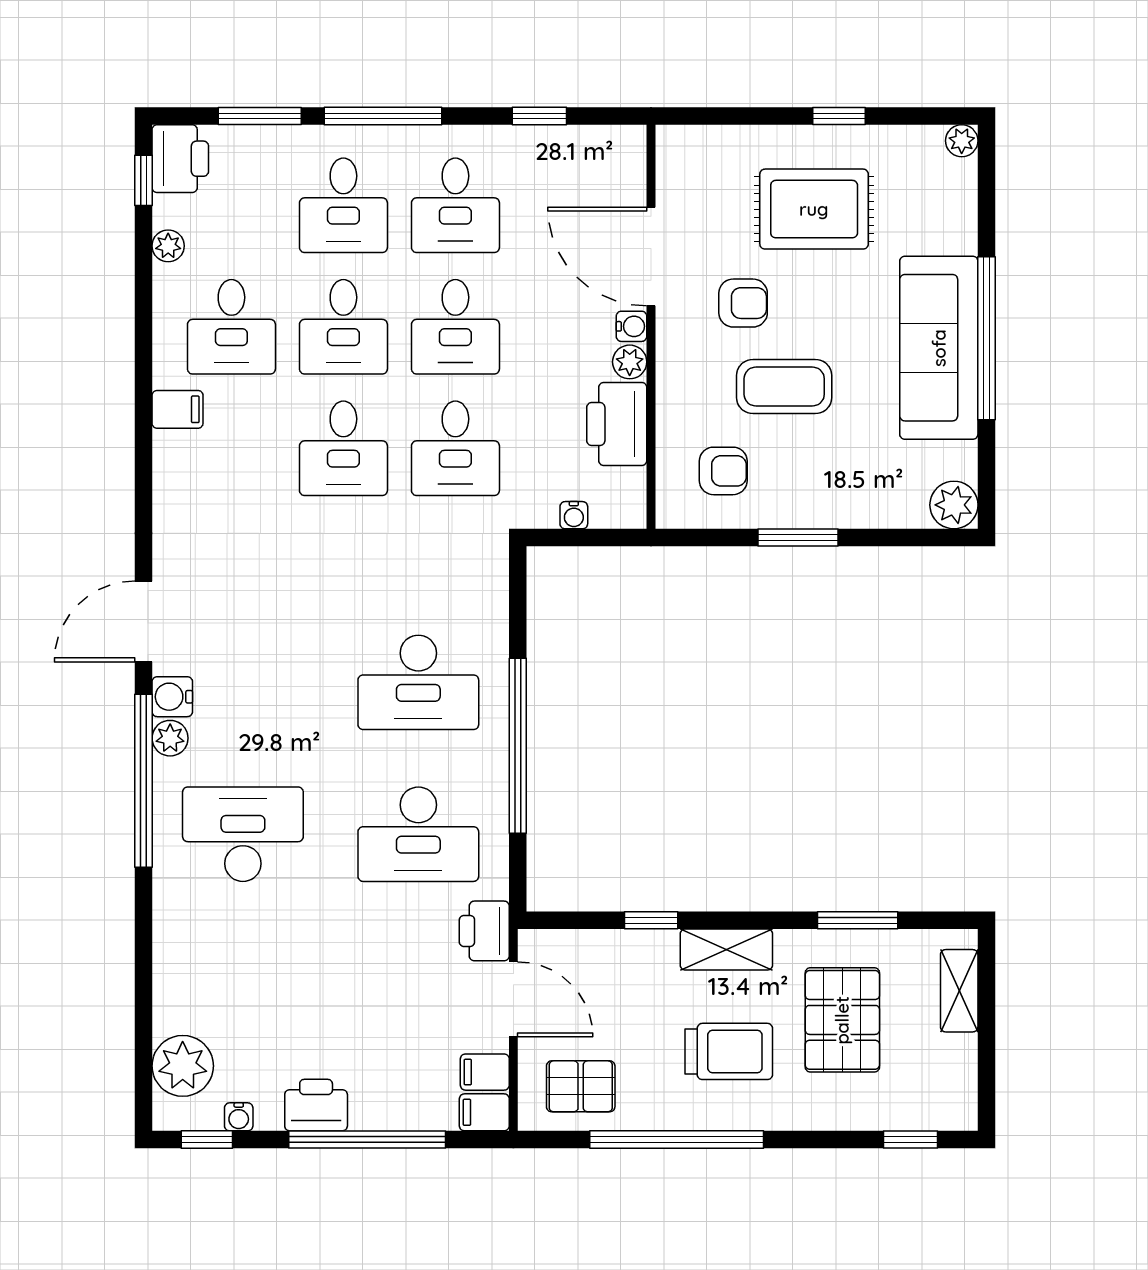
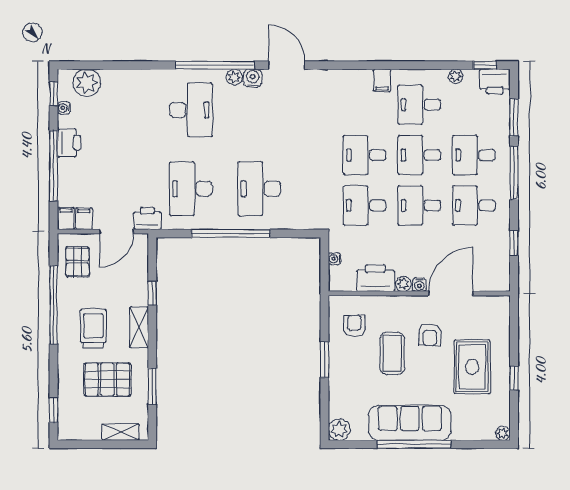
armchair: (723, 471) -> (354, 326), turned 180
trolley: (729, 1051) -> (93, 328), turned 180

